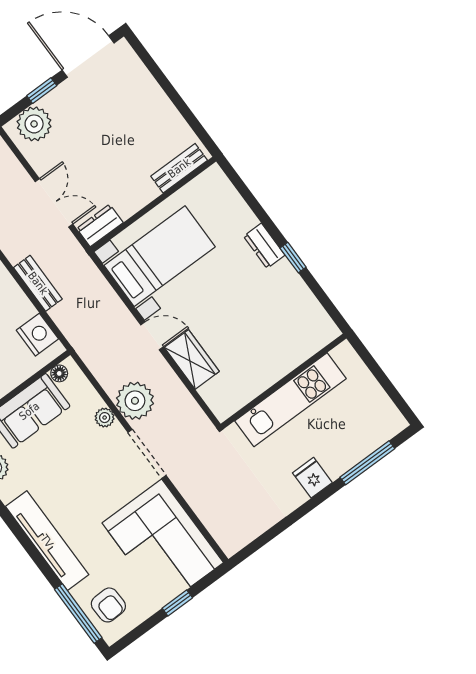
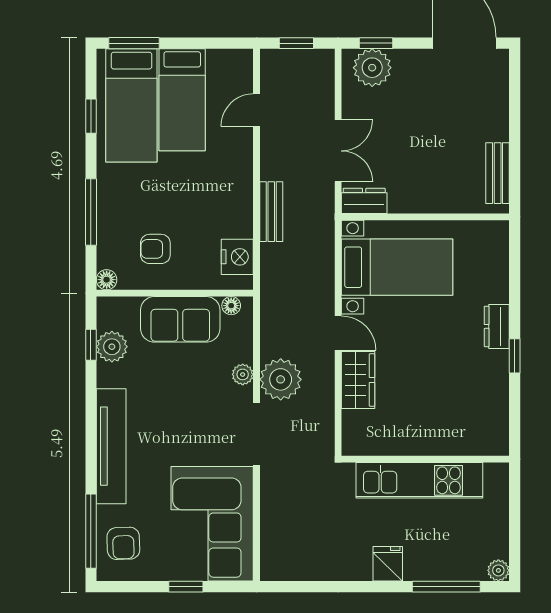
window: (42, 91) -> (376, 43), moved
bench: (179, 168) -> (498, 173), moved, turned 90
plant: (397, 423) -> (498, 570), added

